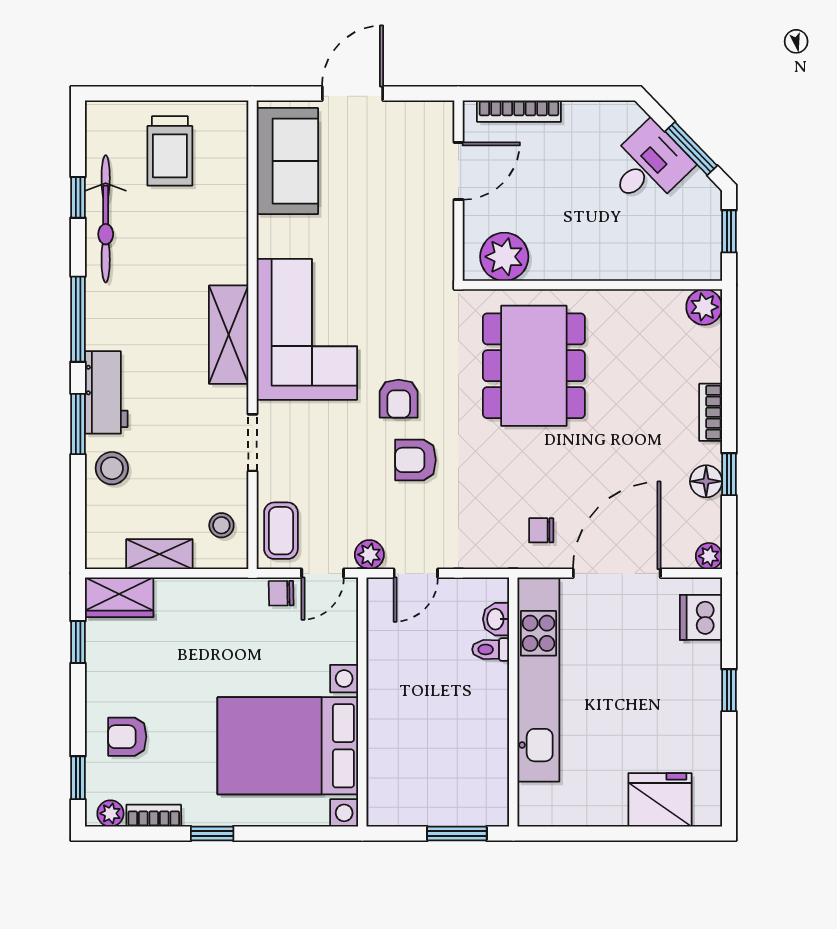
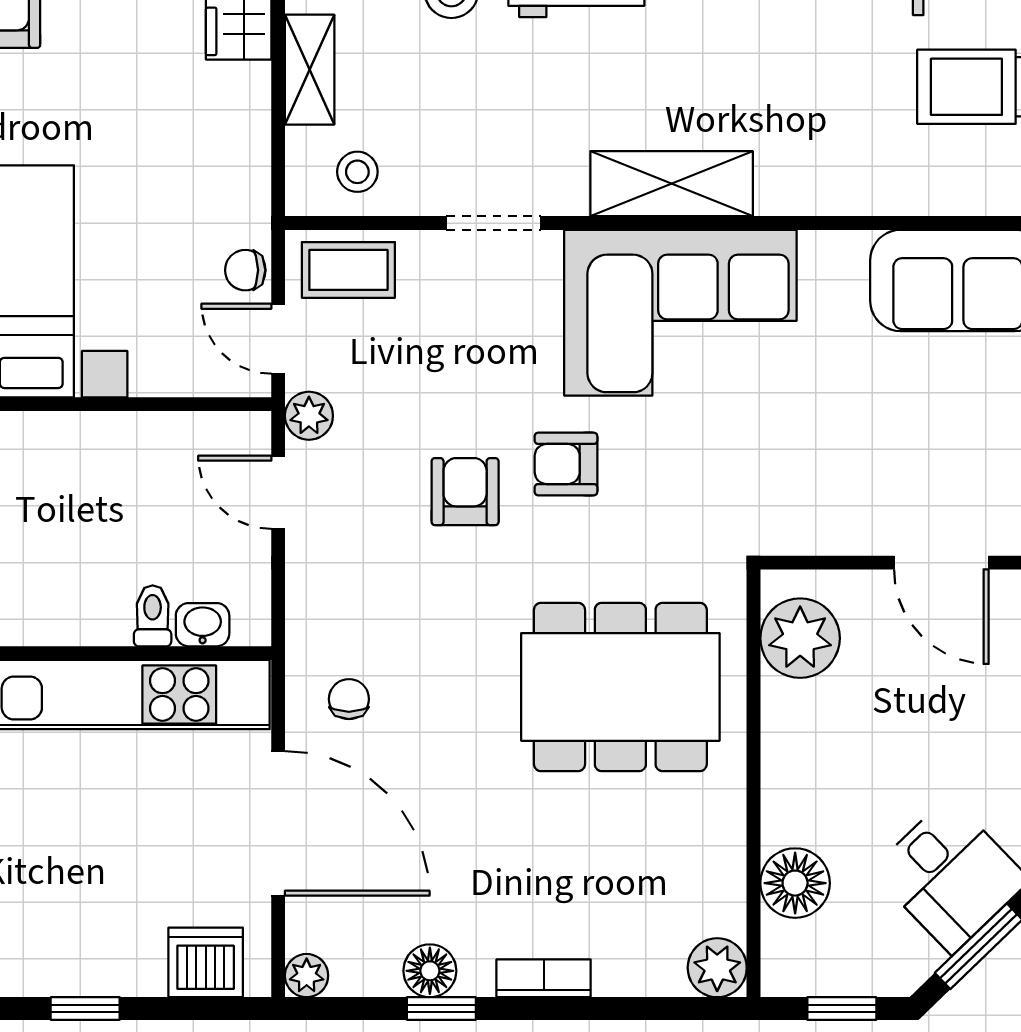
floor lamp: (653, 260) -> (795, 883), added
chair: (281, 593) -> (245, 270), turned -89

